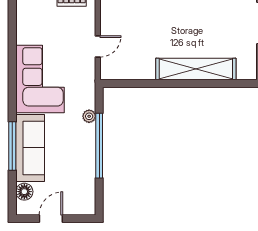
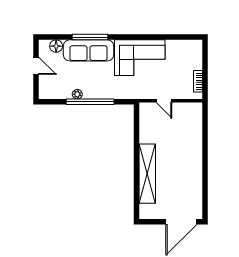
plant: (89, 116) -> (77, 94), moved

